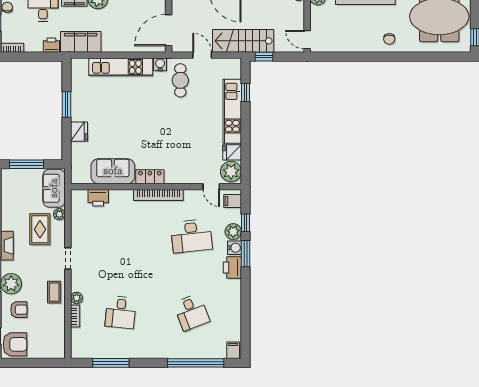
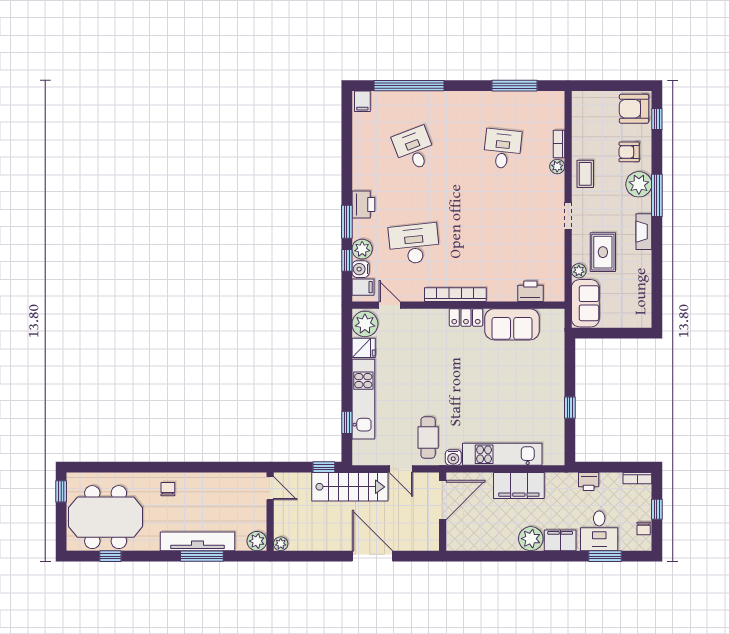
filing cabinet: (81, 42) -> (519, 485), moved
window: (66, 104) -> (570, 408), width x0.67
fridge: (79, 132) -> (554, 374), removed
window: (27, 164) -> (620, 333), removed
water cooler: (235, 248) -> (361, 269), moved

